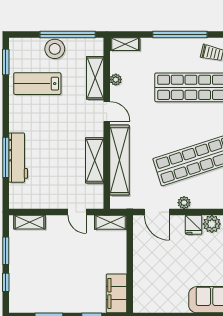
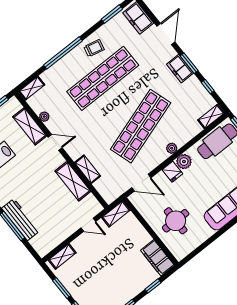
shelving: (119, 160) -> (88, 169), width x0.45, depth x0.75
plant: (184, 203) -> (172, 148), moved
round table: (161, 273) -> (176, 221), added

